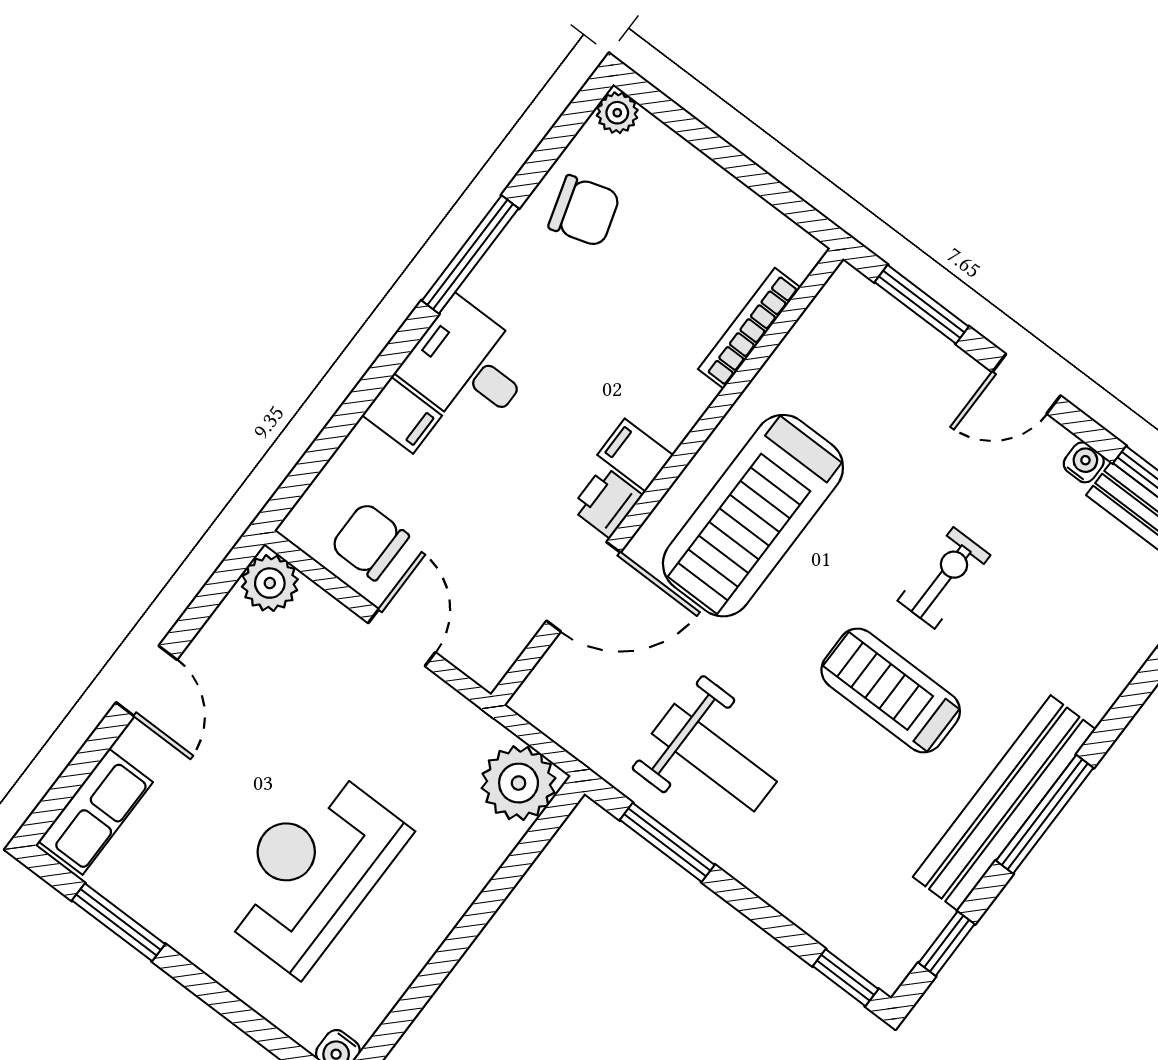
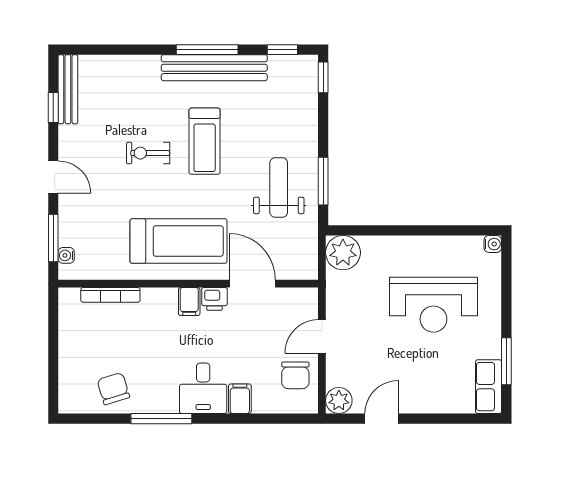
plant: (617, 113) -> (68, 404), removed
water cooler: (1084, 462) -> (66, 255), moved
door: (146, 681) -> (382, 419), moved
row of seats: (96, 812) -> (489, 387), moved, turned -90

